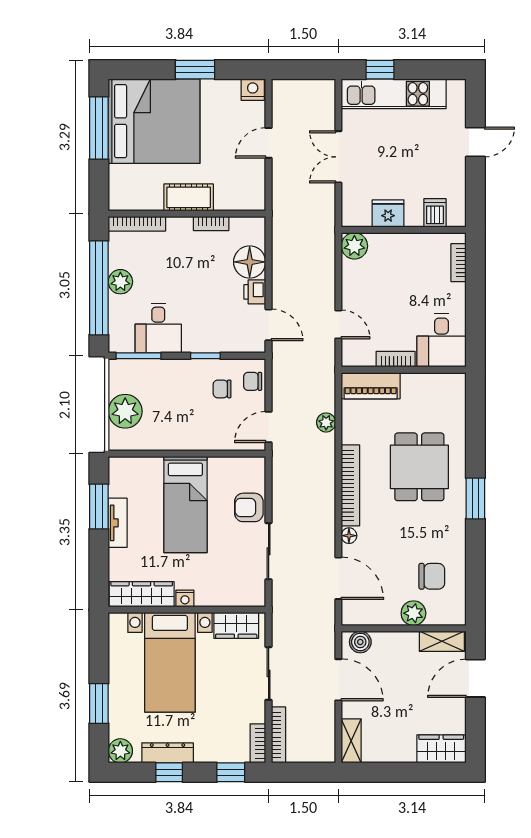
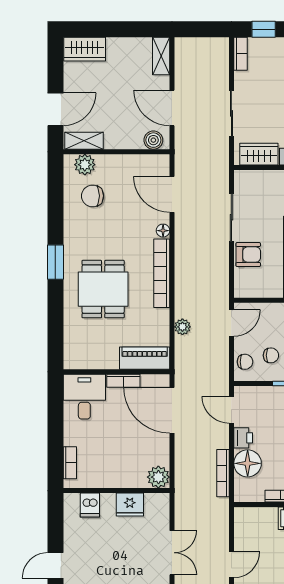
door: (338, 324) -> (172, 410), width x1.88
plant: (413, 613) -> (85, 165), moved
bookcase: (278, 735) -> (223, 473), moved

